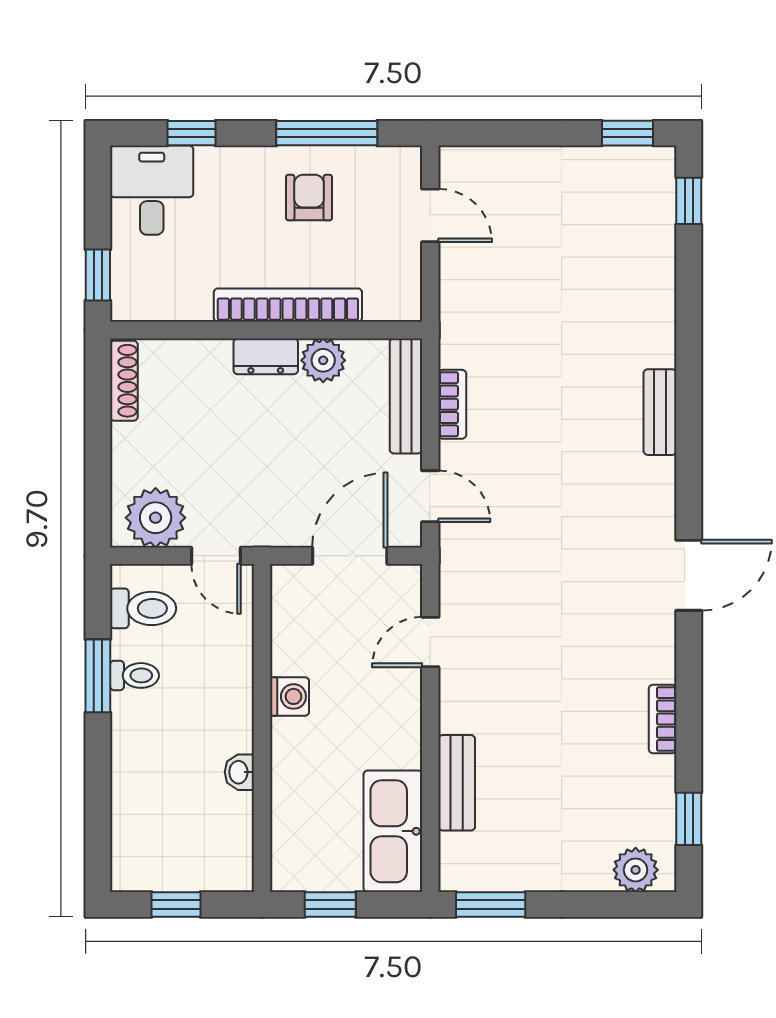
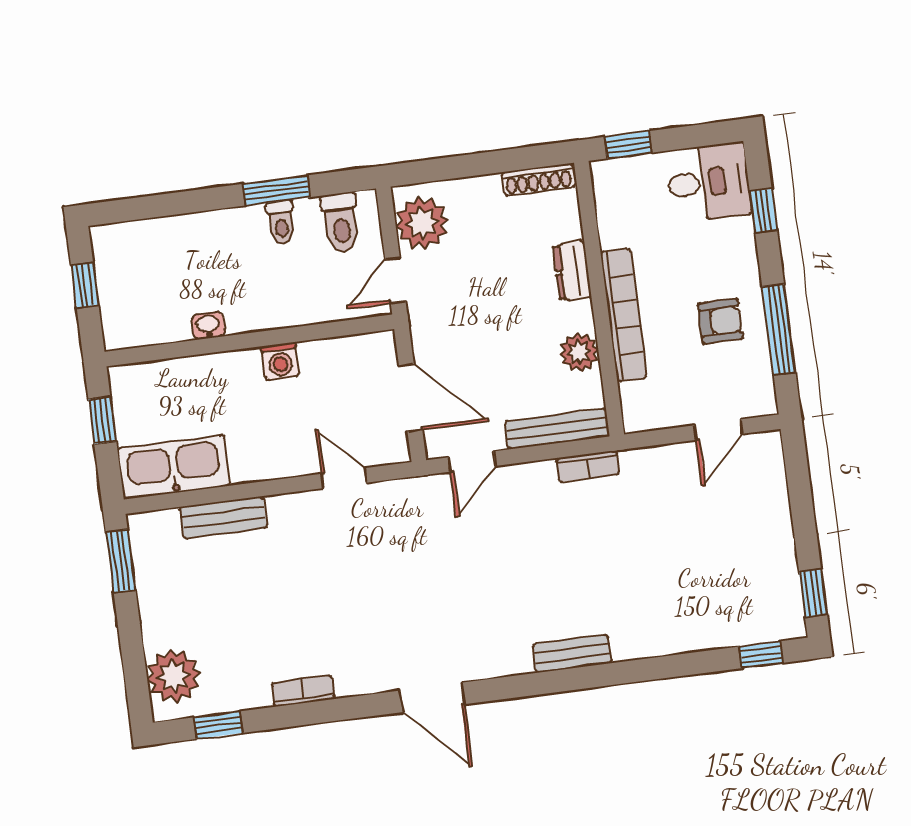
dresser: (266, 356) -> (572, 271), moved
bookcase: (452, 404) -> (588, 466), moved
plant: (636, 870) -> (174, 676), width x1.36, depth x1.36

